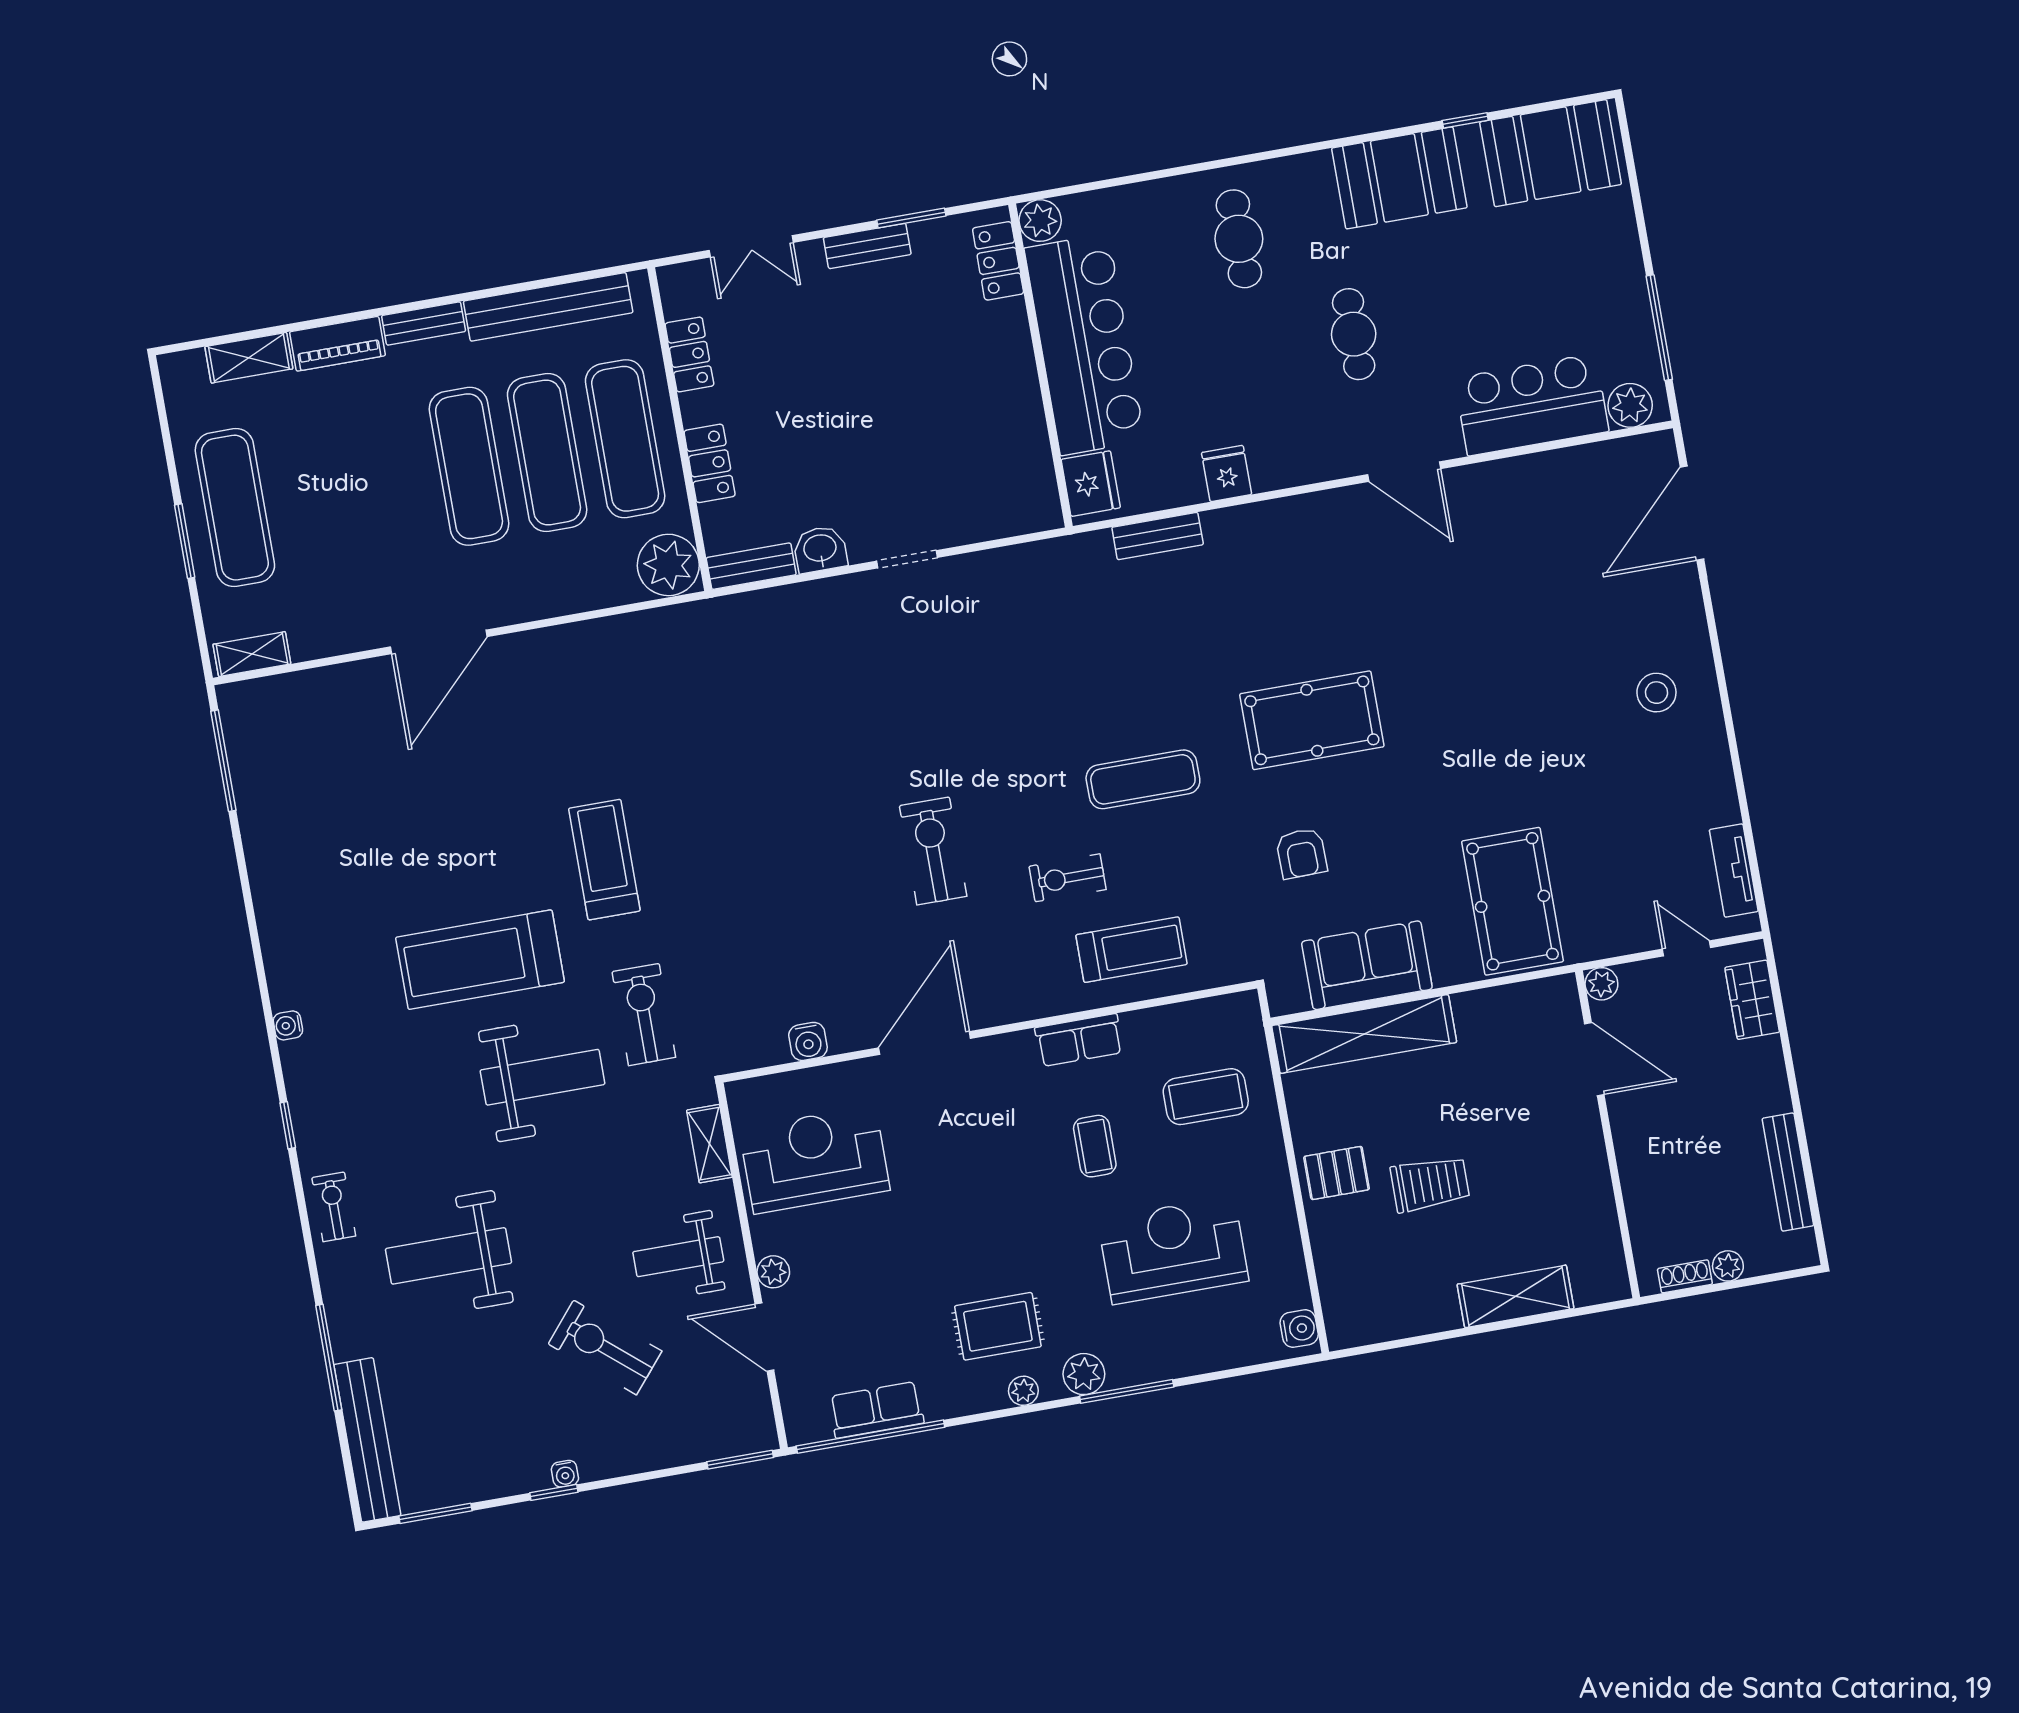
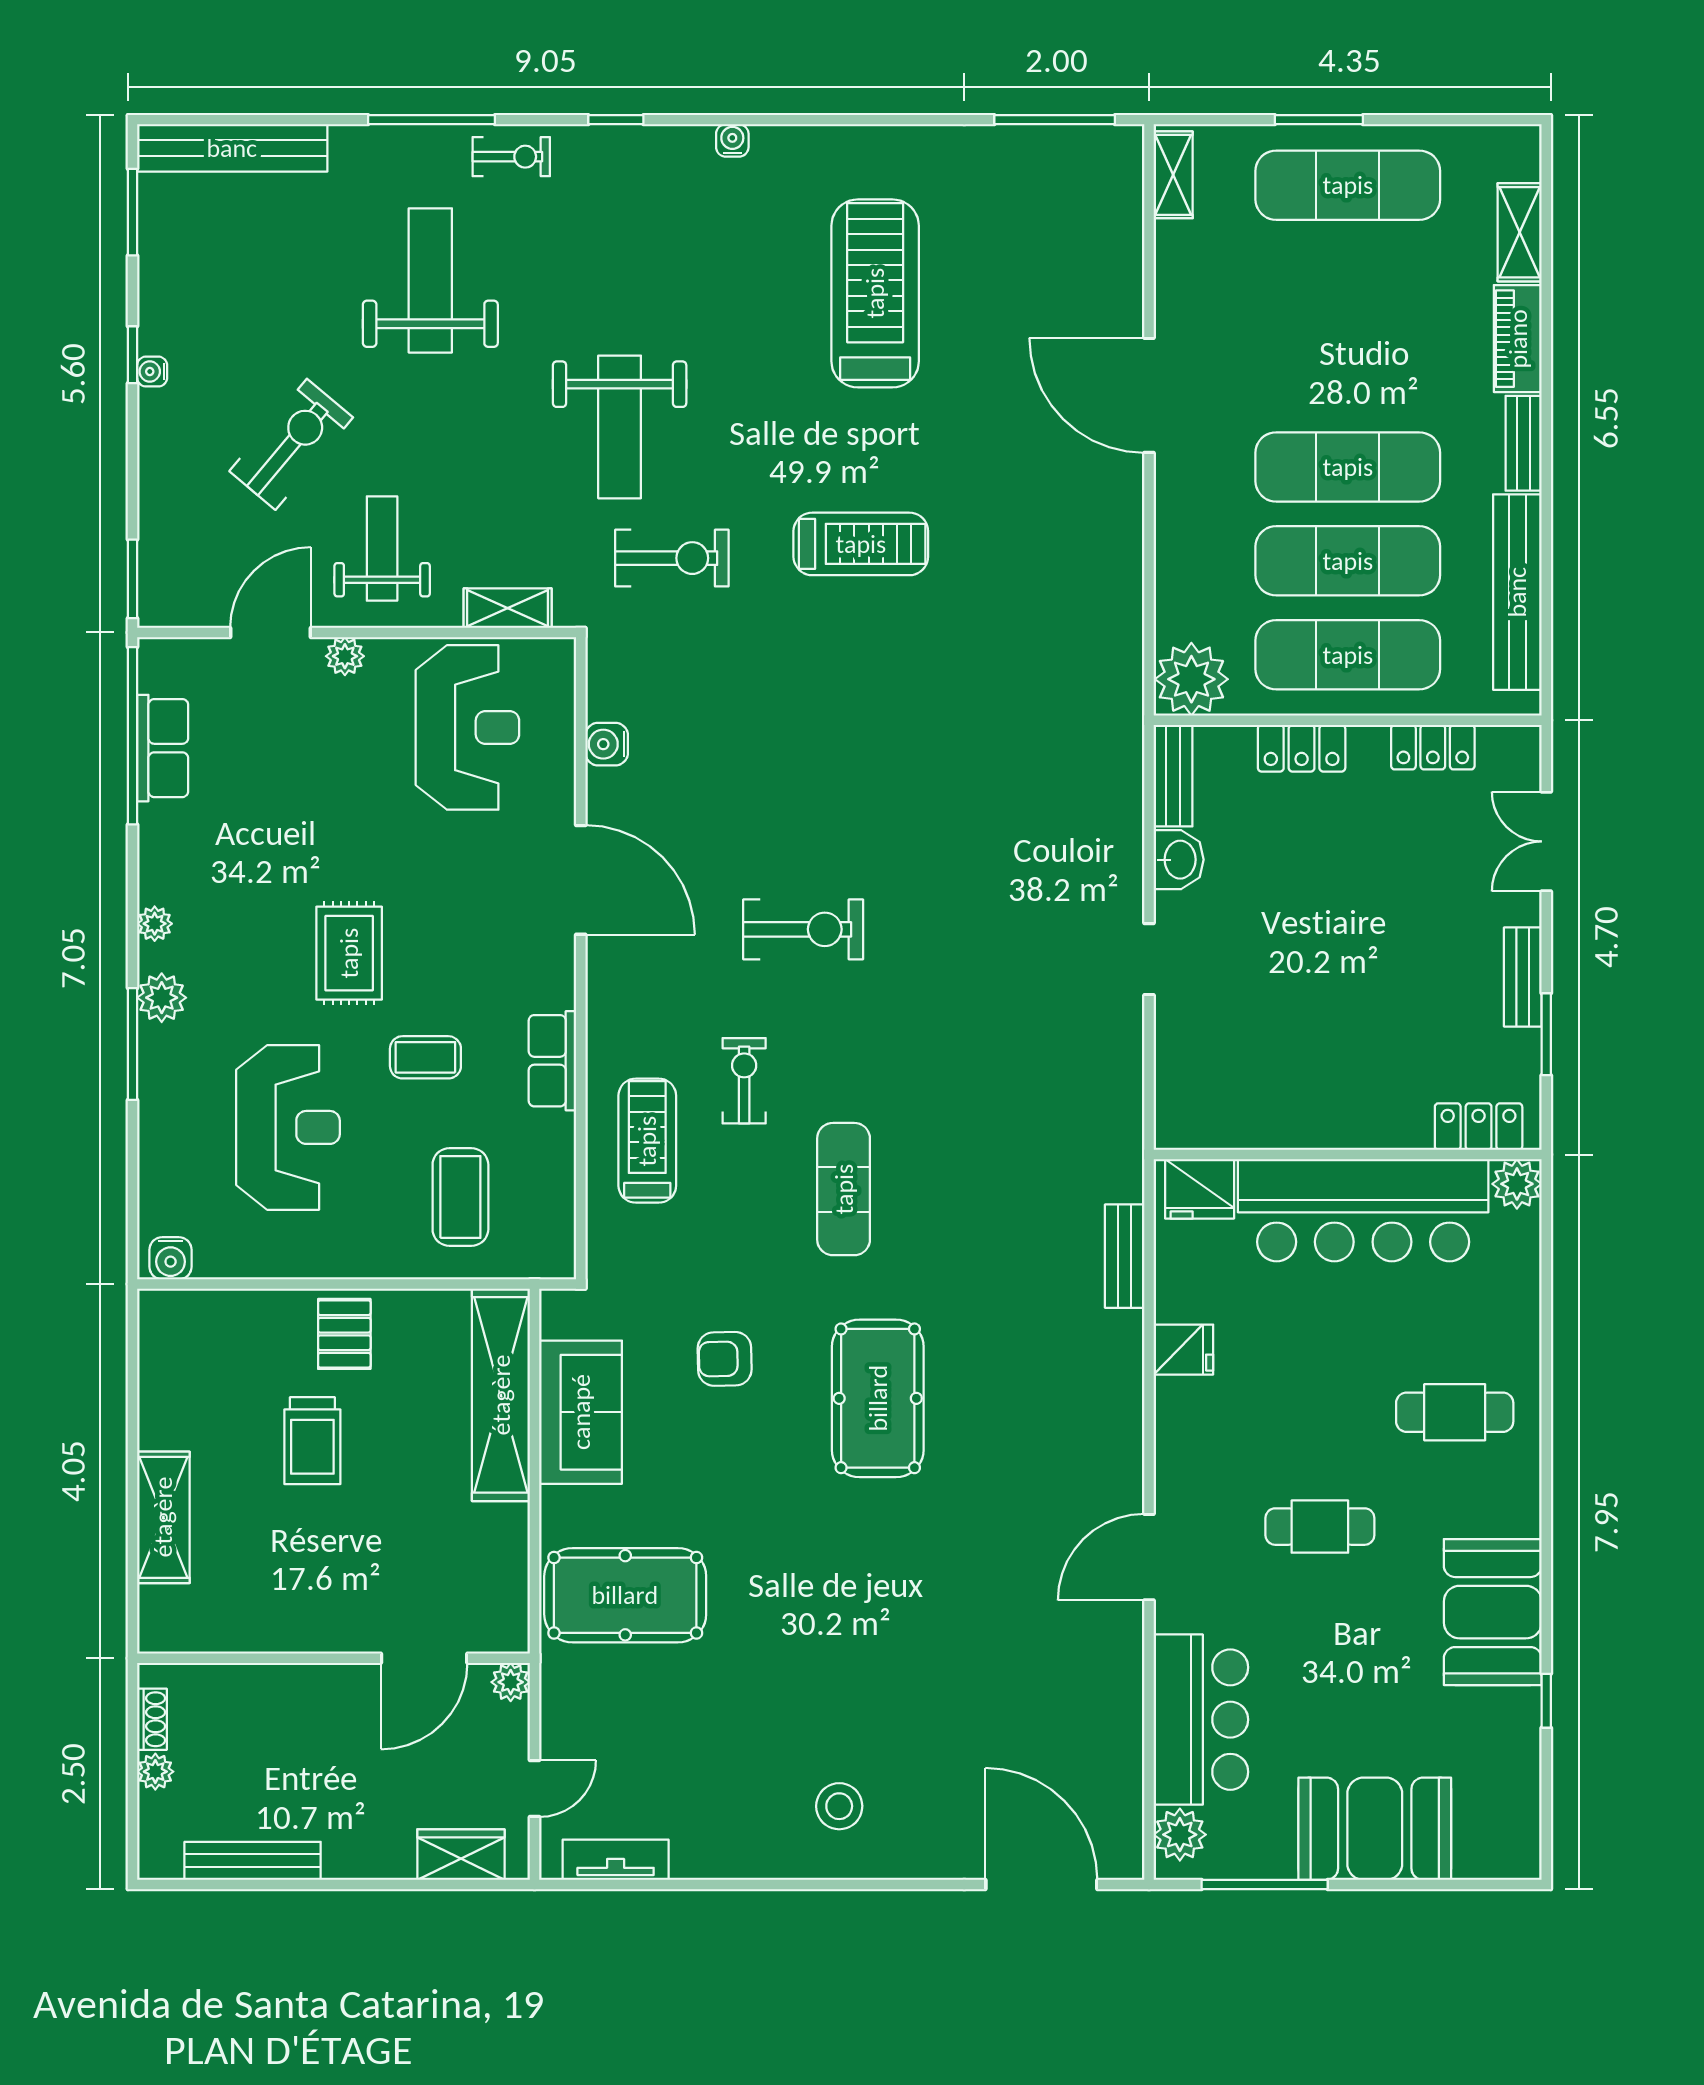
booth: (1551, 153) -> (1375, 1829), moved, turned 90
treadmill: (1132, 950) -> (647, 1141), turned 180
treadmill: (480, 960) -> (875, 293), moved
rug: (998, 1326) -> (349, 953), moved
window: (329, 1358) -> (431, 120), moved

